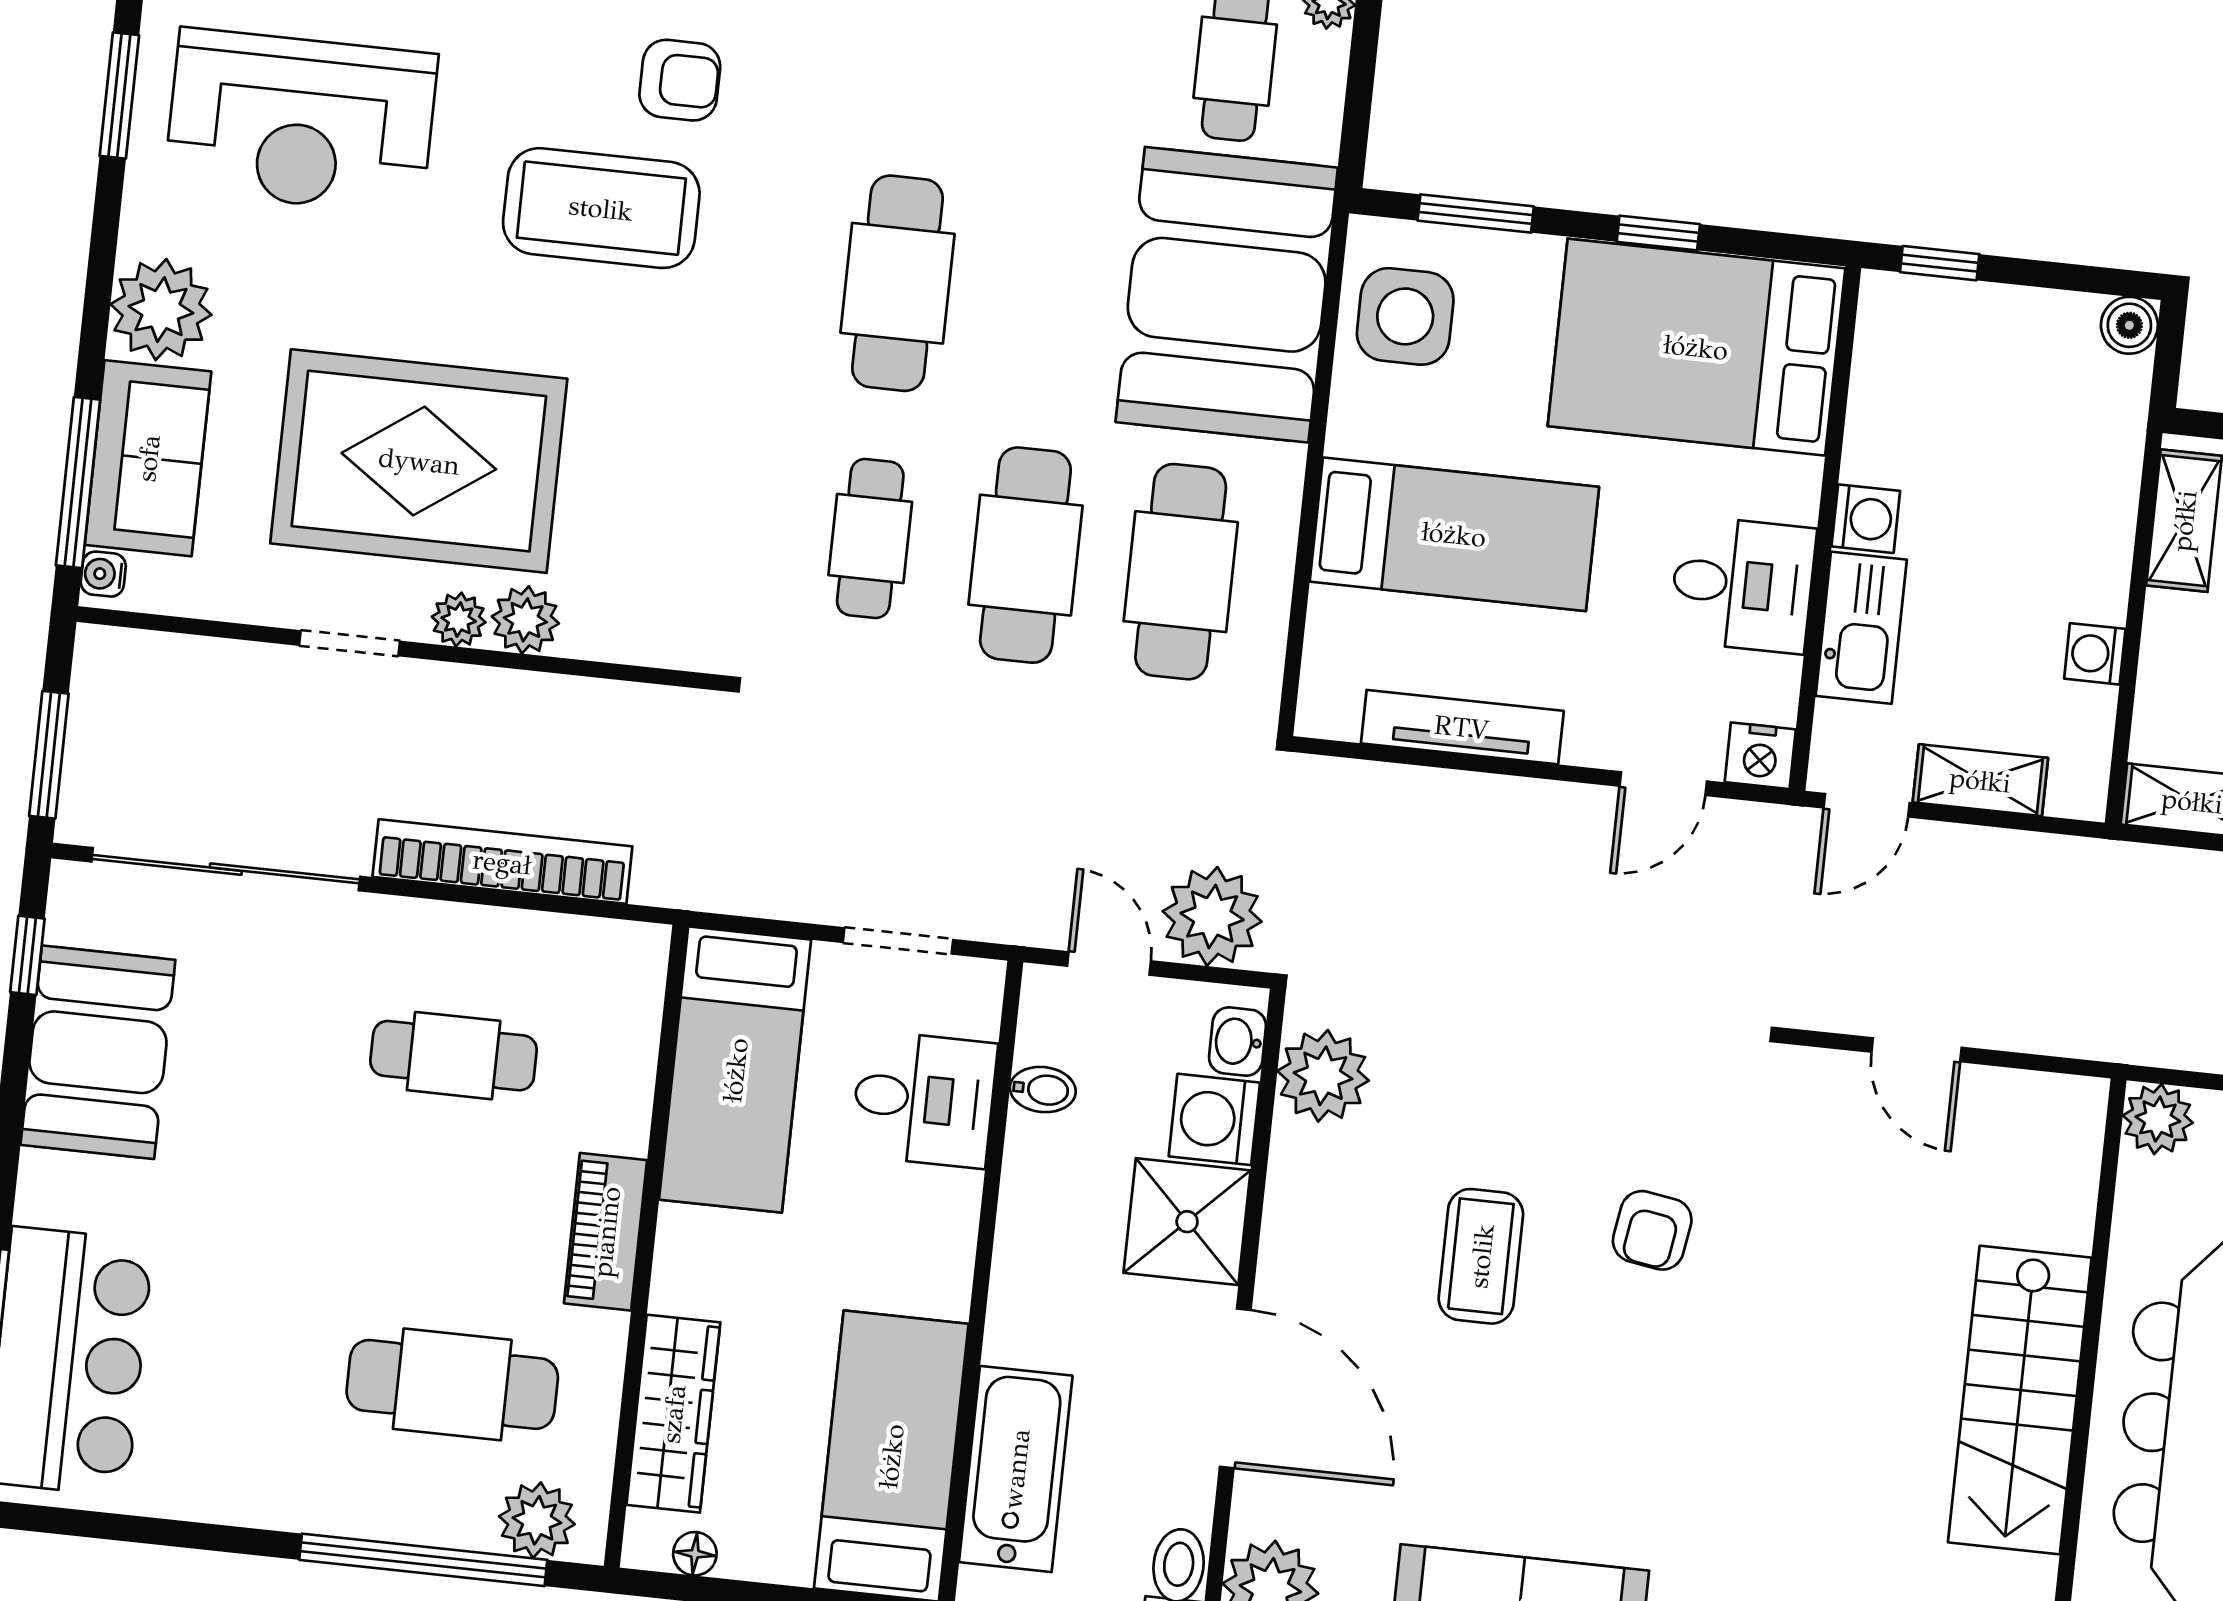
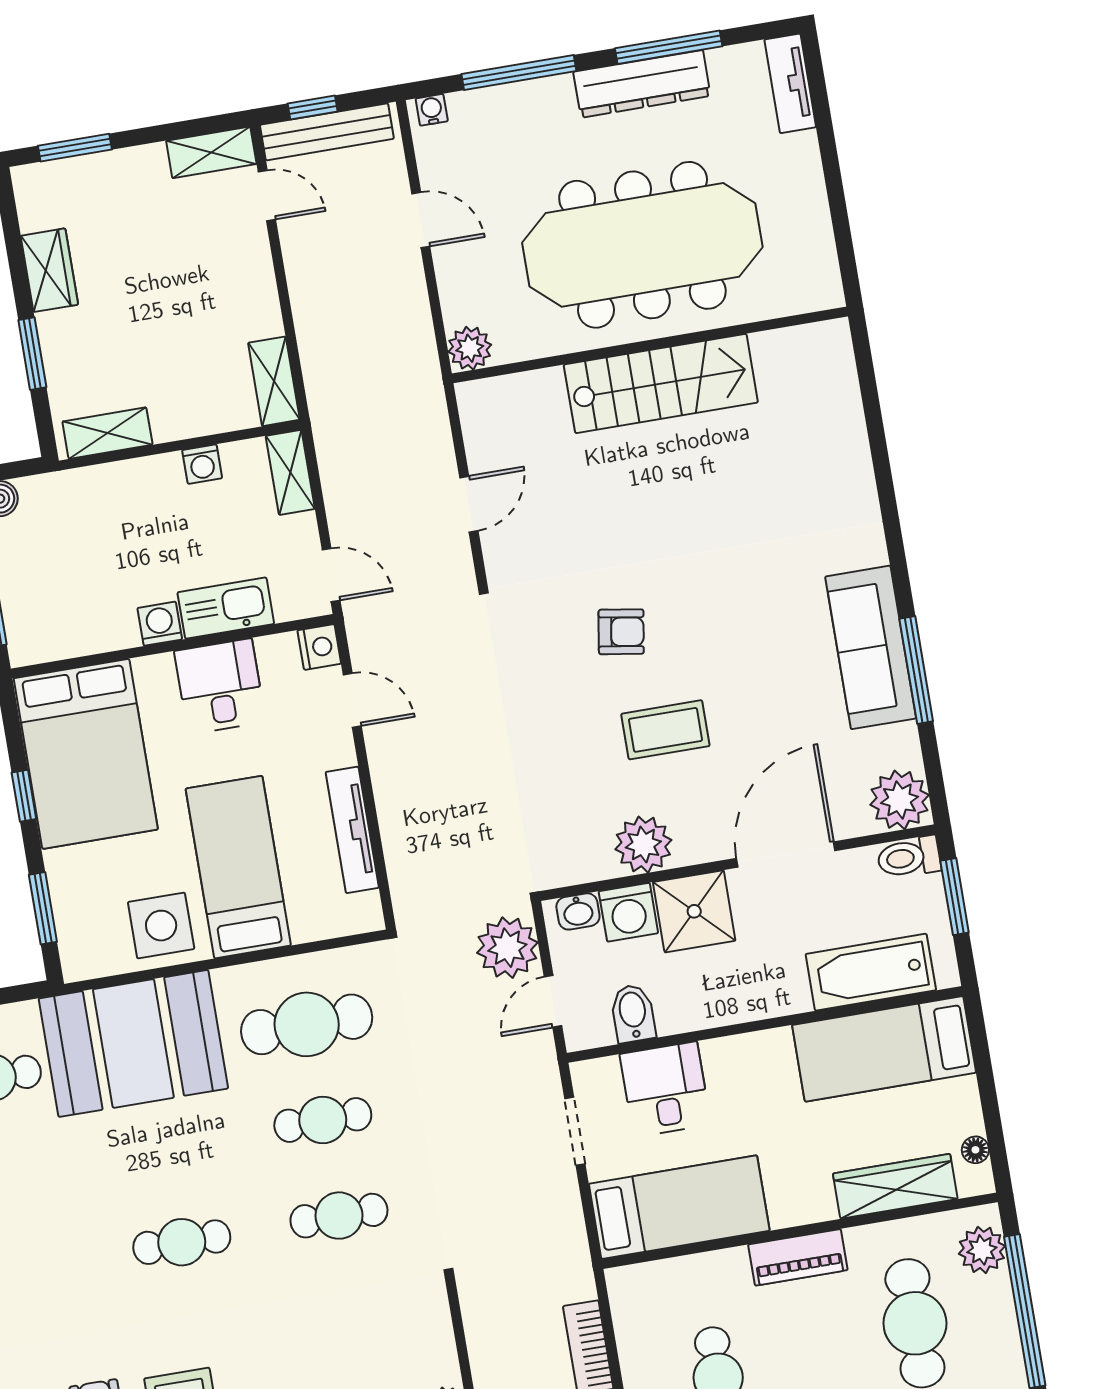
cafe table: (898, 283) -> (182, 1242), width x0.73, depth x0.74
side table: (1405, 316) -> (161, 926), moved
cafe table: (1025, 555) -> (323, 1120), width x0.73, depth x0.74
shelving: (1980, 780) -> (290, 472), moved
plant: (1323, 1076) -> (643, 845), moved
bidet: (1043, 1090) -> (633, 1013), width x1.38, depth x1.36

